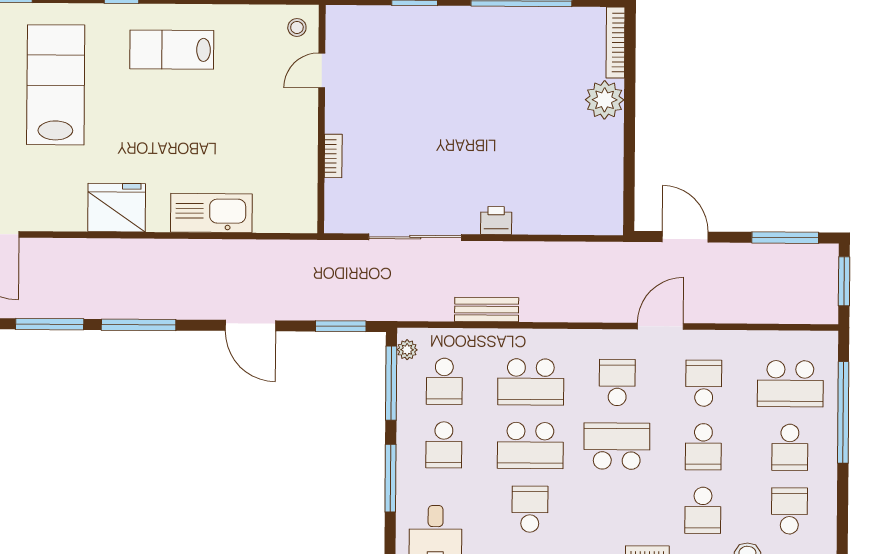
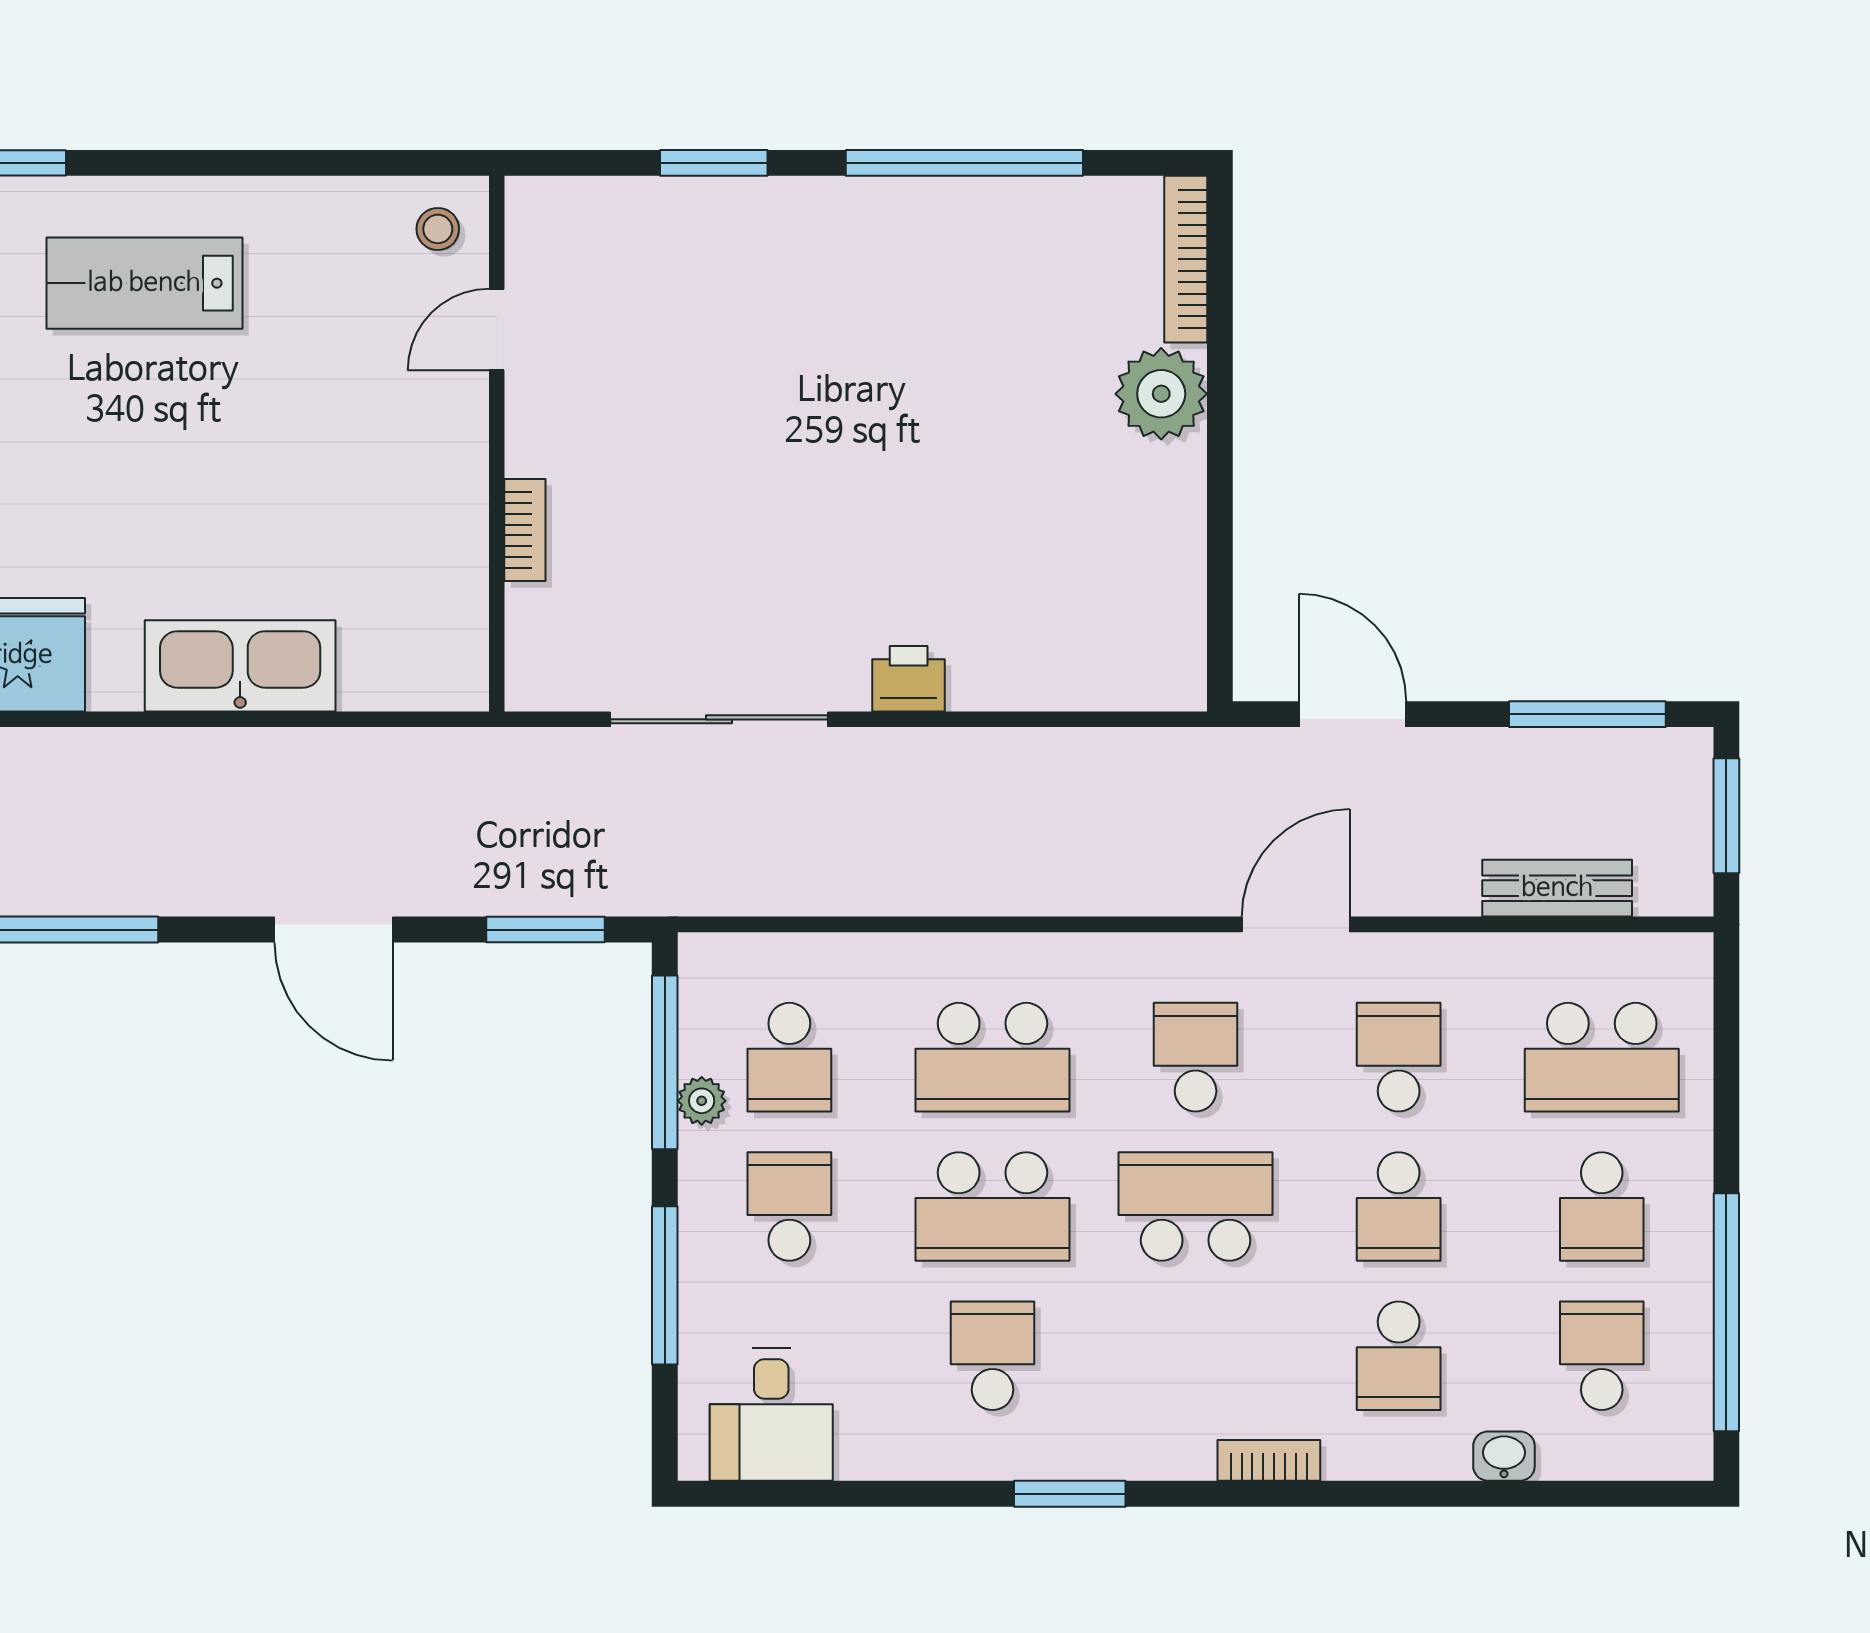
bench: (487, 310) -> (1557, 888), moved
plant: (407, 350) -> (702, 1101), moved
window: (843, 412) -> (1726, 1312), moved
school desk: (444, 445) -> (789, 1206), turned 180

